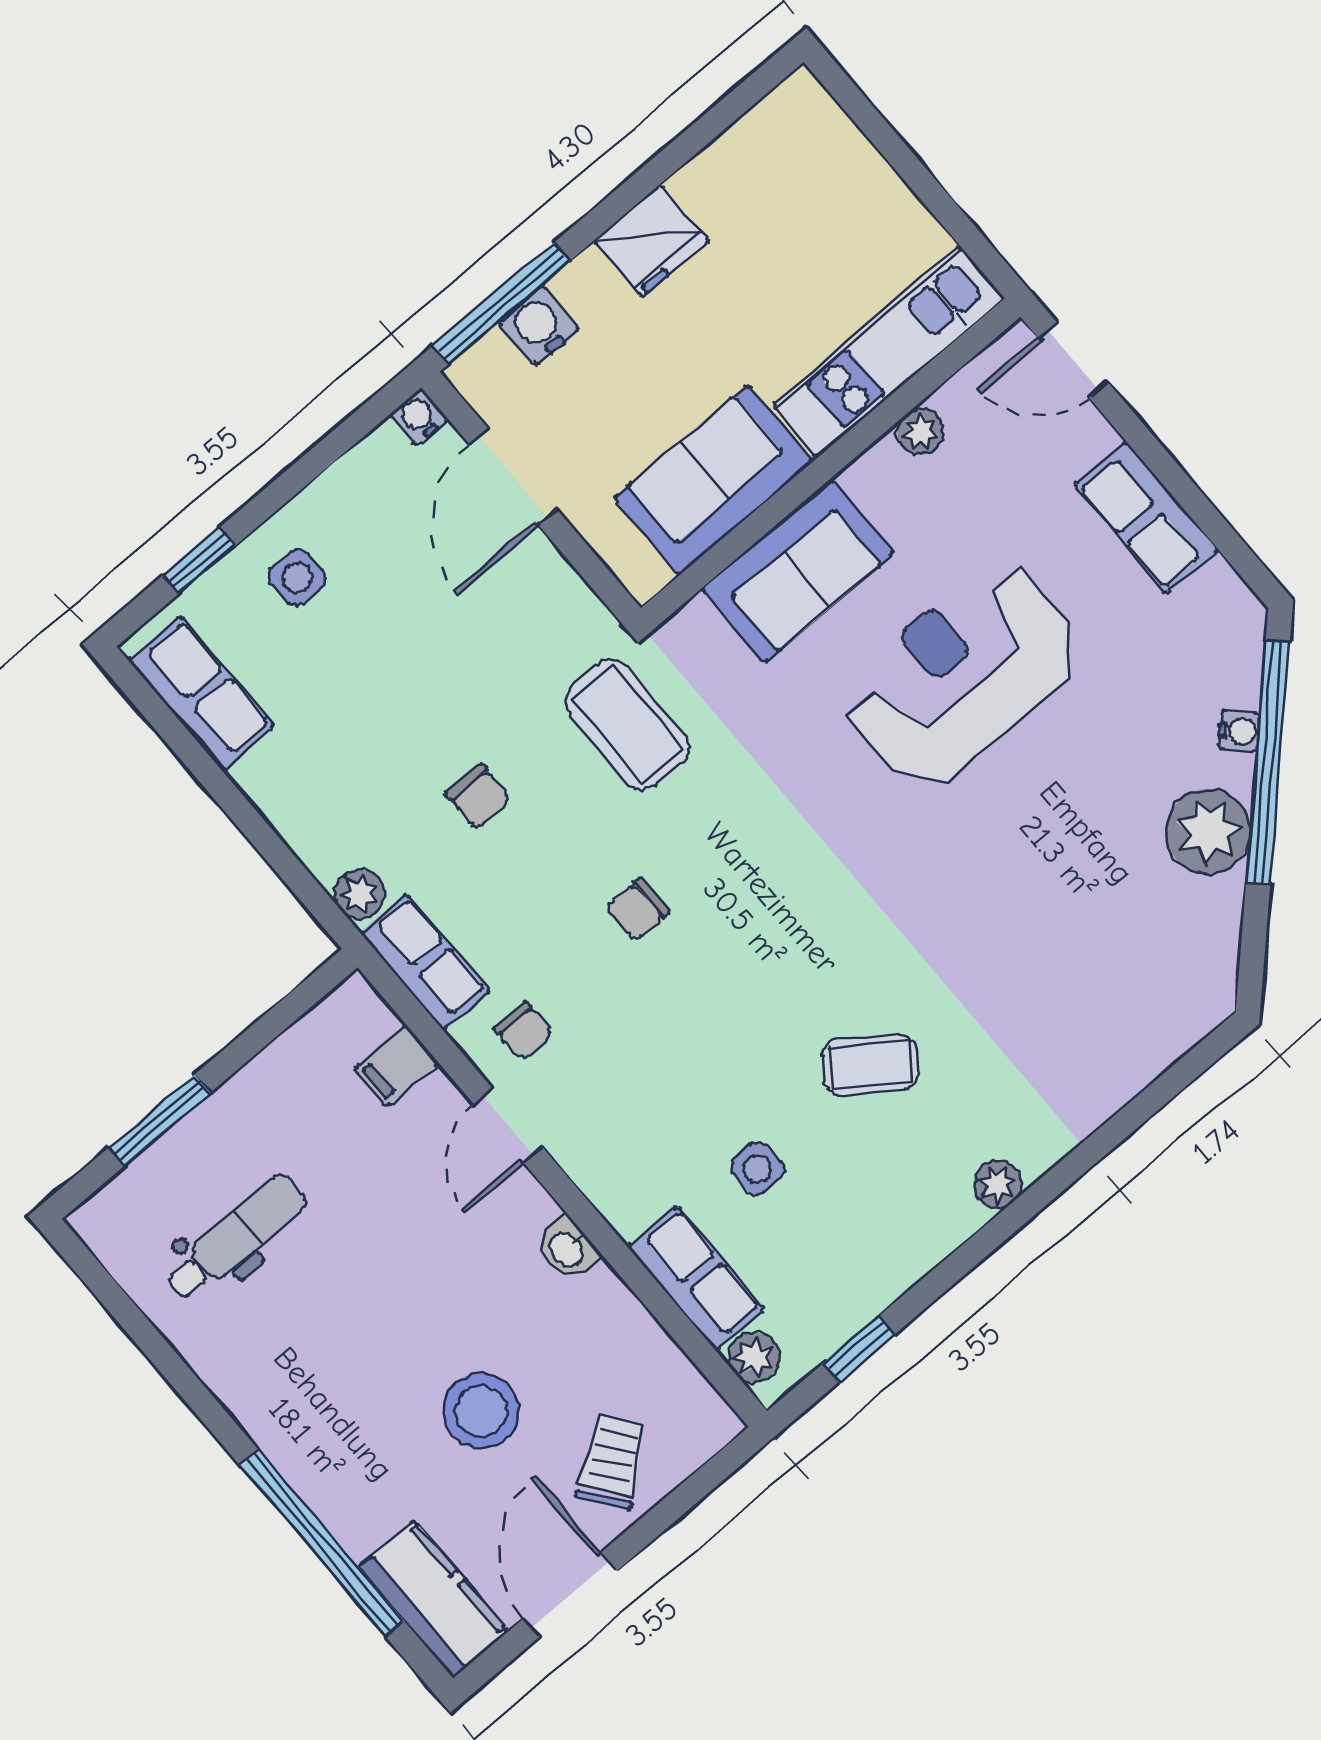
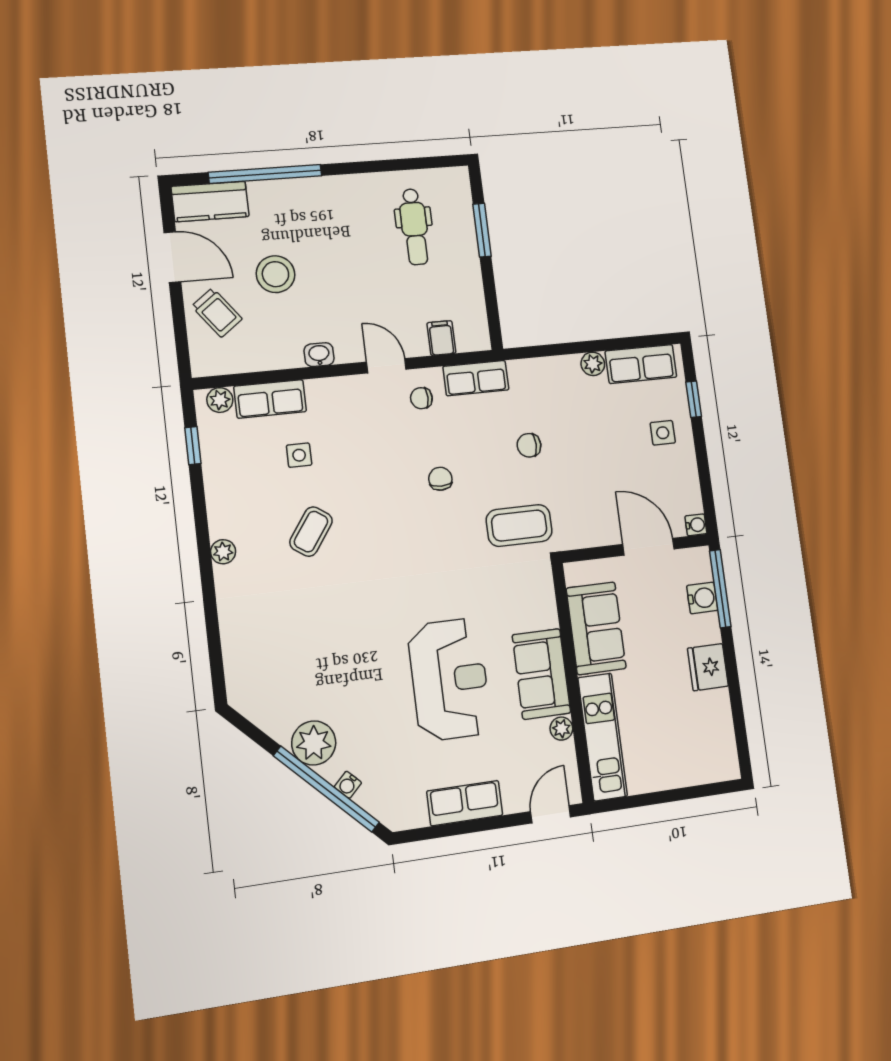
sofa: (798, 571) -> (541, 674), moved
plant: (360, 894) -> (593, 364), moved

